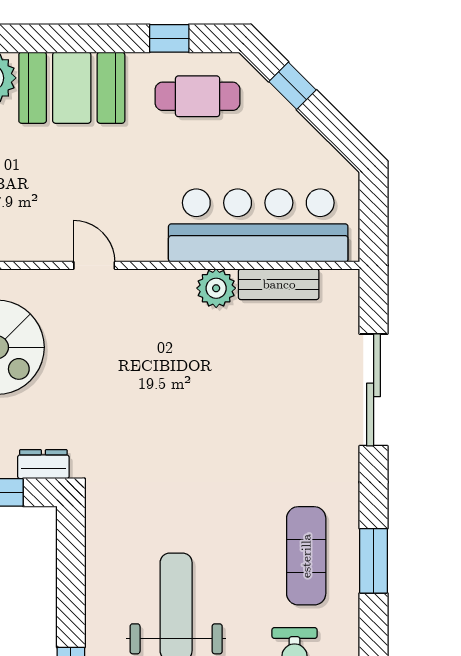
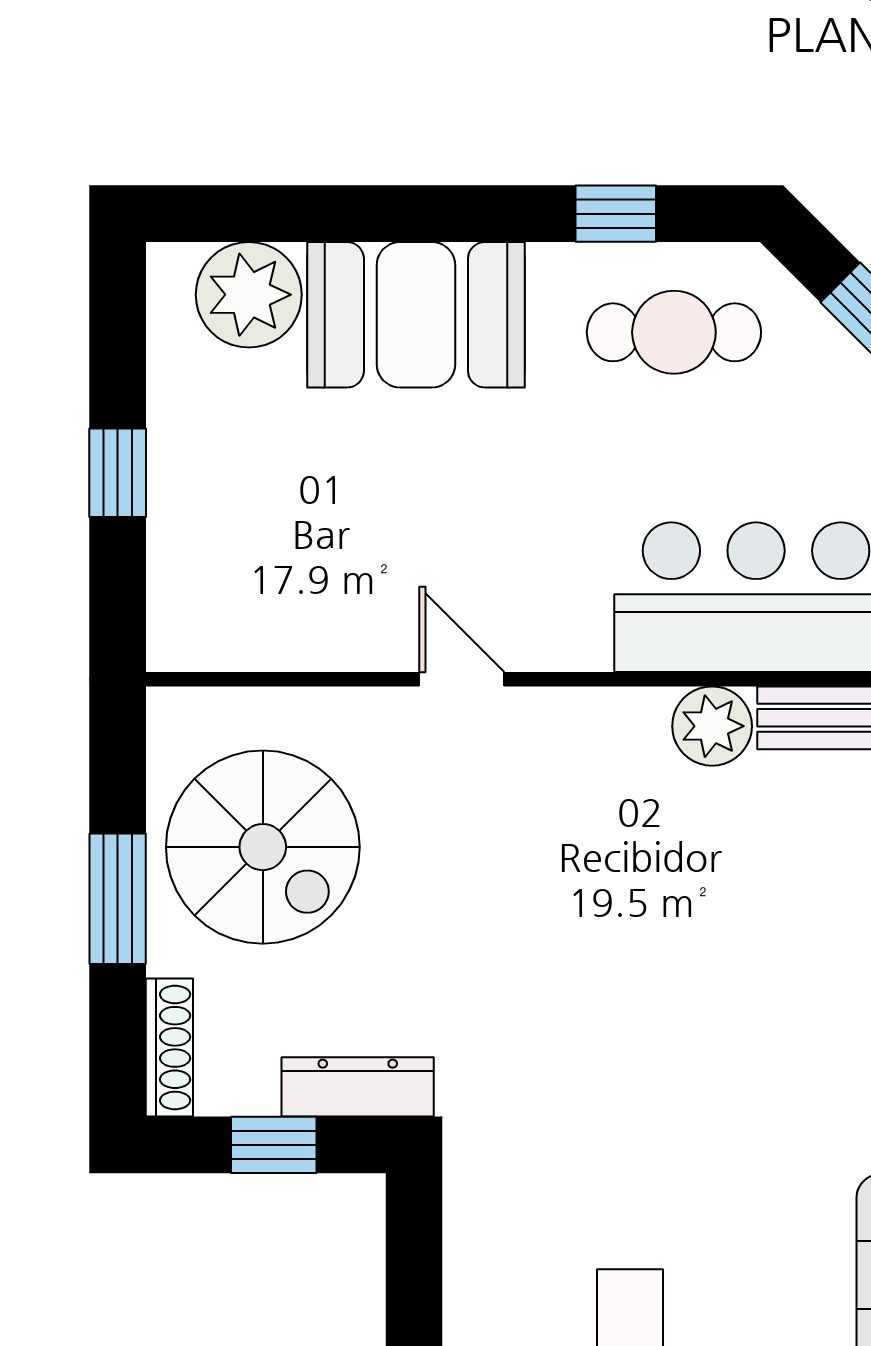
dresser: (43, 464) -> (358, 1087), width x1.44

